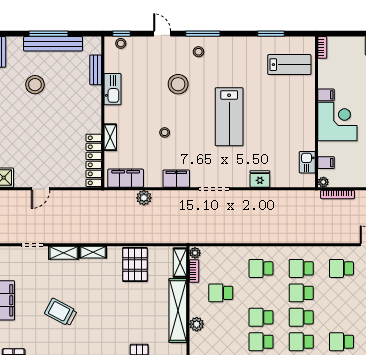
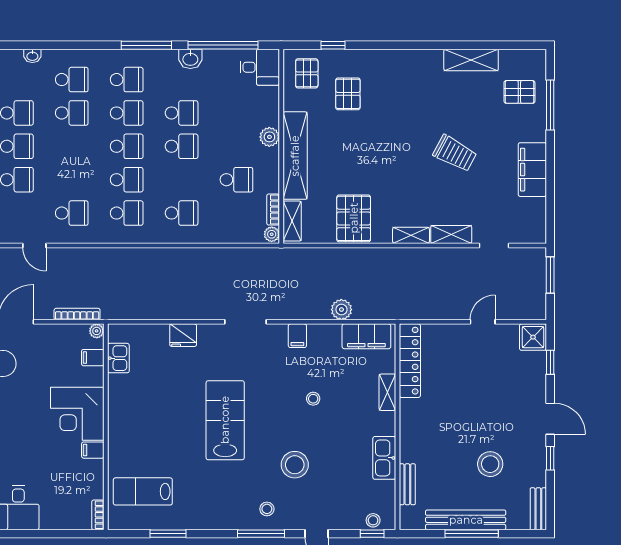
filing cabinet: (176, 179) -> (297, 336), width x0.50

